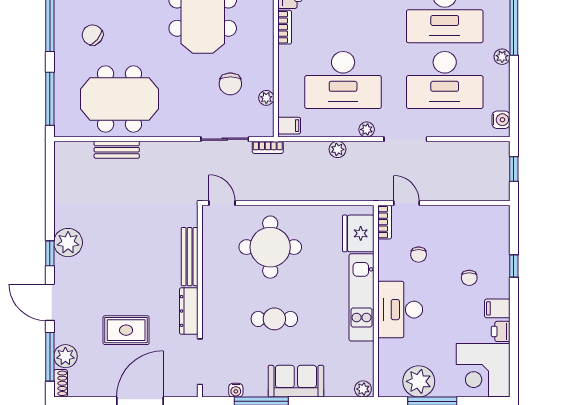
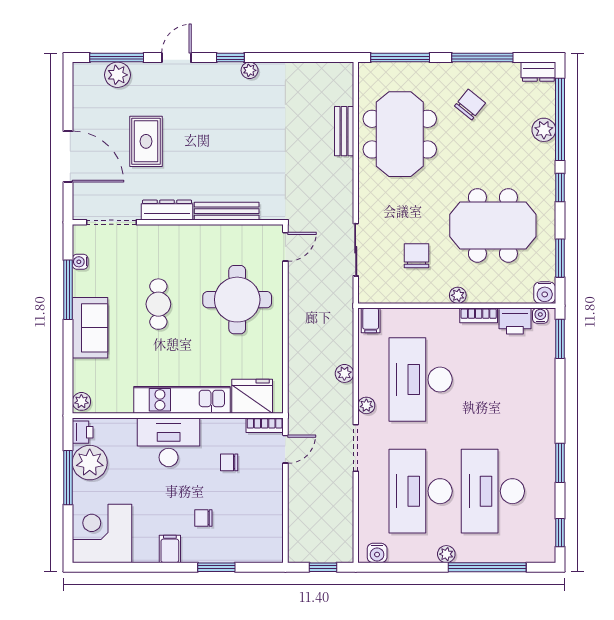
chair: (230, 84) -> (416, 256), turned 90
plant: (266, 98) -> (458, 295), moved
bookcase: (268, 147) -> (347, 297), removed
plant: (68, 243) -> (250, 70), width x0.53, depth x0.53
window: (514, 266) -> (216, 567), width x1.50
door: (50, 302) -> (176, 58), width x0.73
printer: (501, 331) -> (83, 432), moved, turned 90
shoe rack: (61, 383) -> (88, 69), removed

